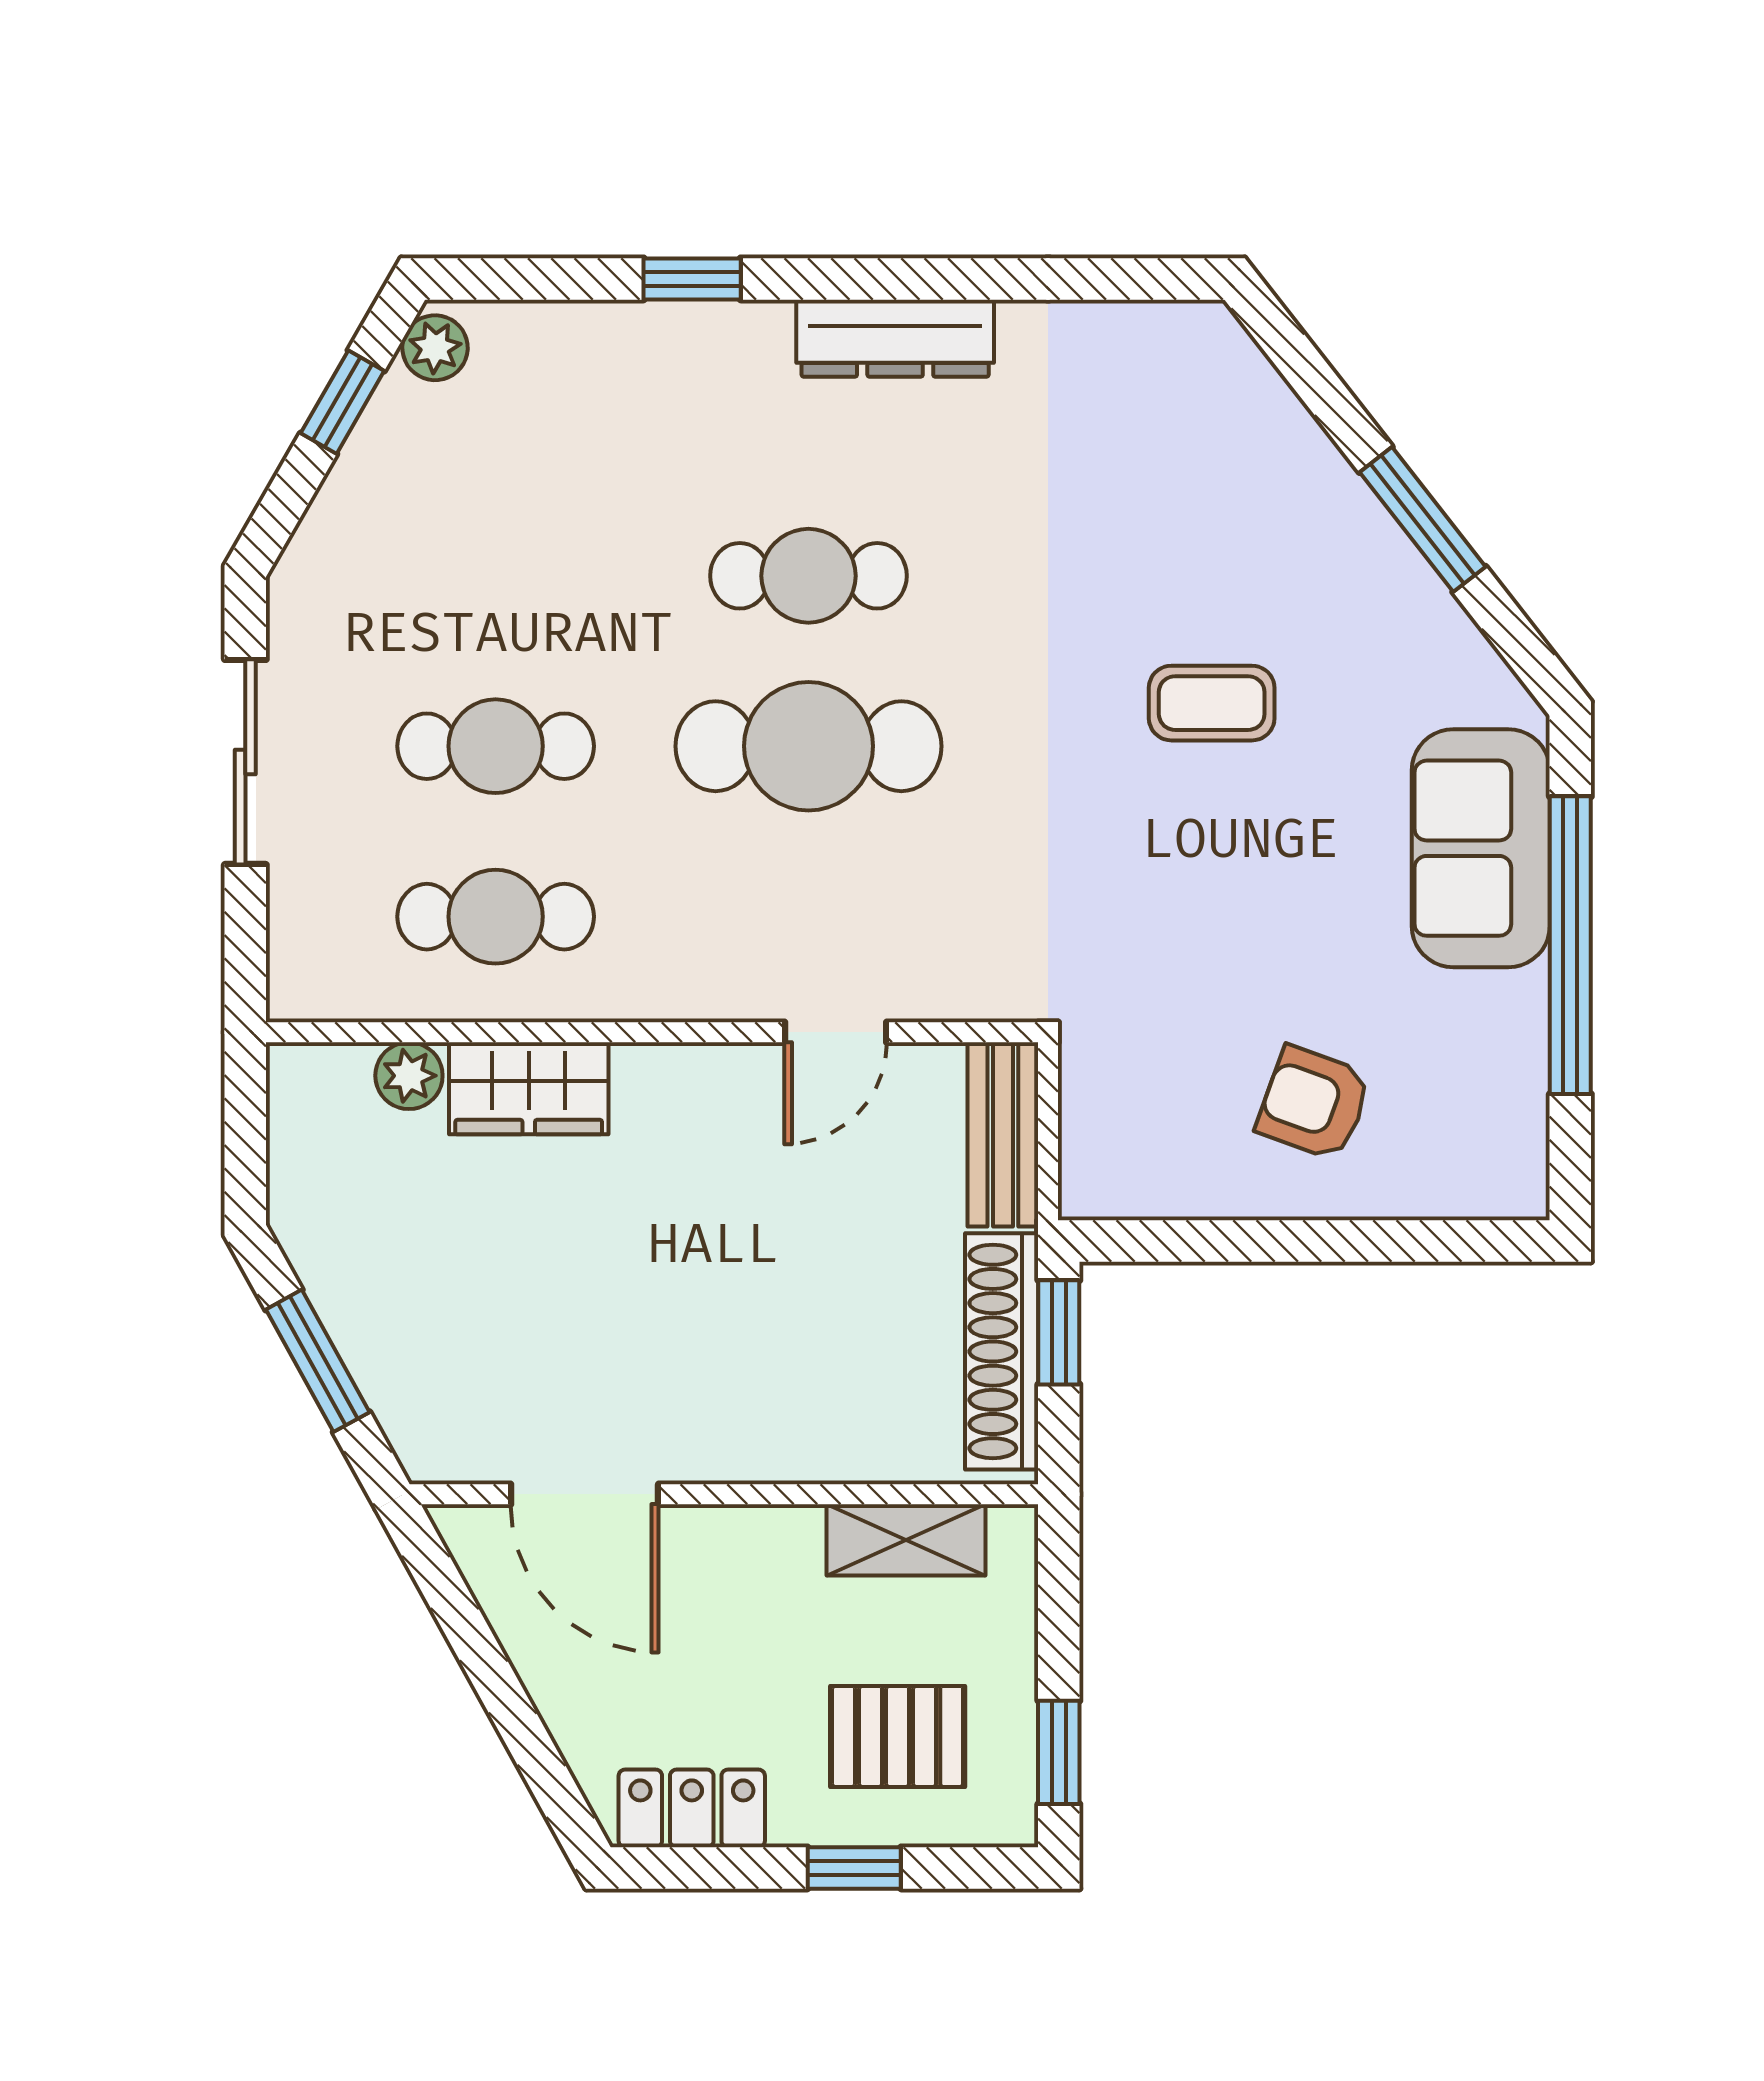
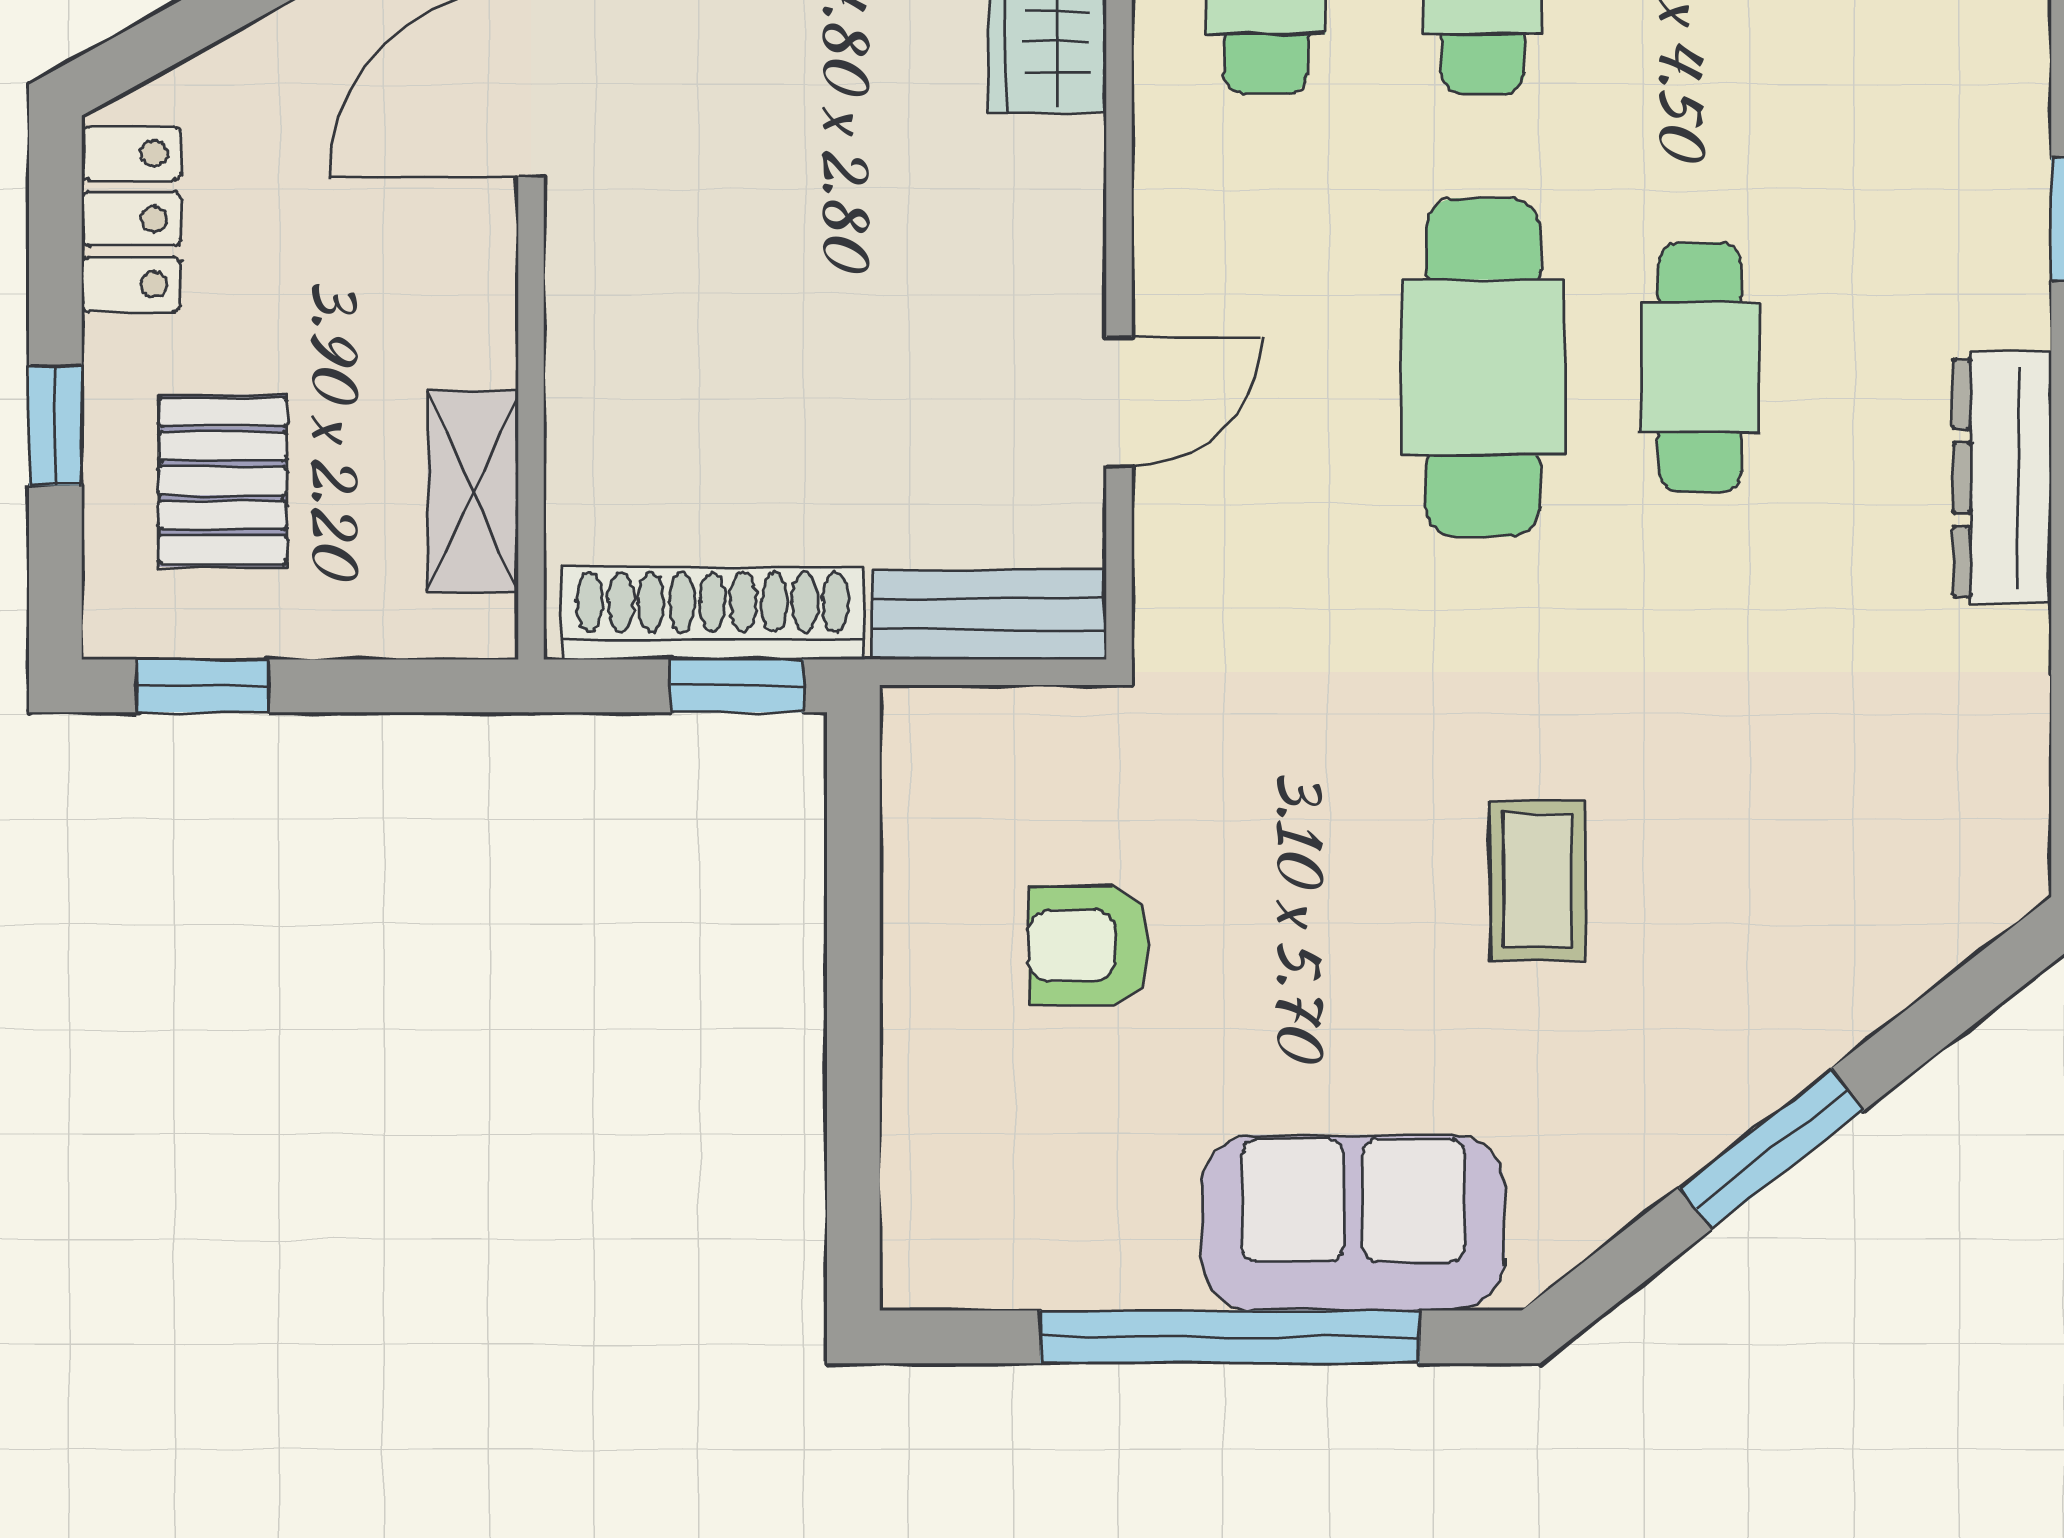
door: (836, 1032) -> (1119, 402), swing flipped
armchair: (1314, 1103) -> (1089, 946), moved, turned -110

